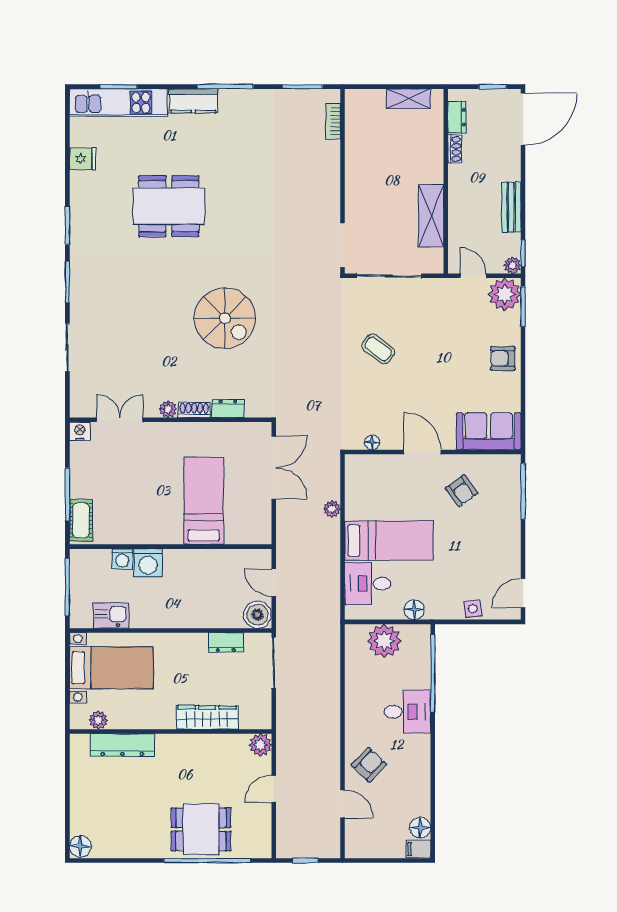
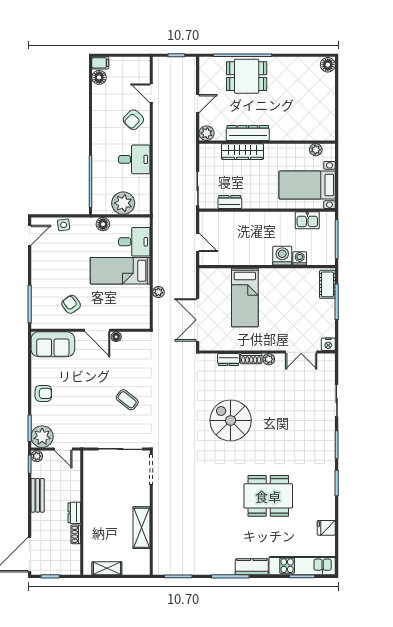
dresser: (457, 117) -> (74, 513), moved
bookcase: (333, 121) -> (158, 553), removed
shelving: (431, 216) -> (141, 528), moved
floor lamp: (372, 442) -> (116, 337), moved
boiler: (257, 615) -> (209, 221), removed
desk: (407, 712) -> (134, 159), moved, turned 180
dresser: (122, 745) -> (248, 133), moved

